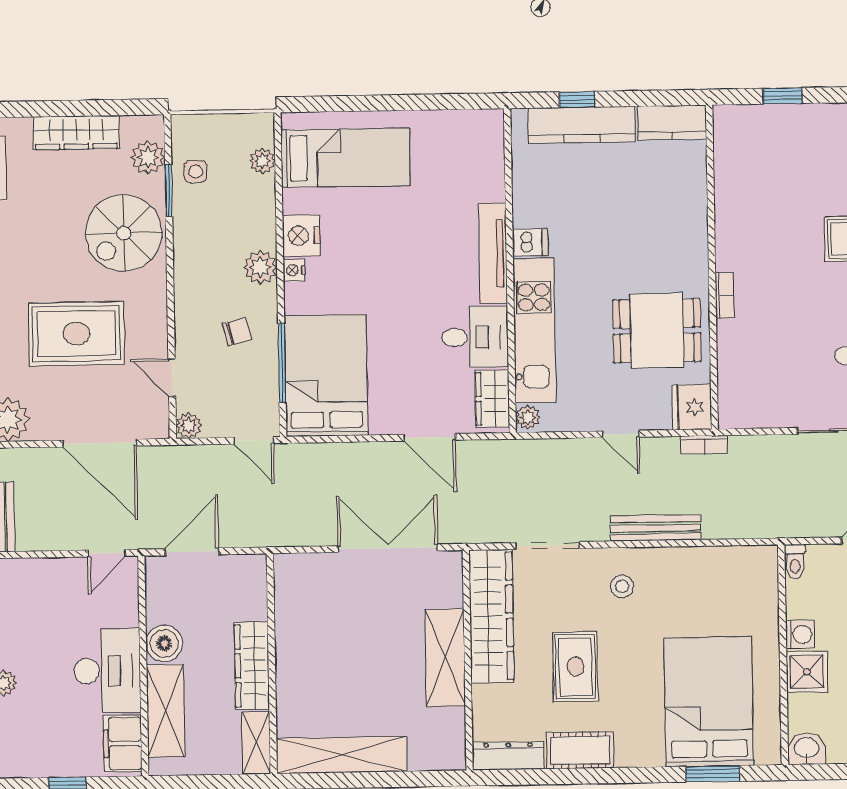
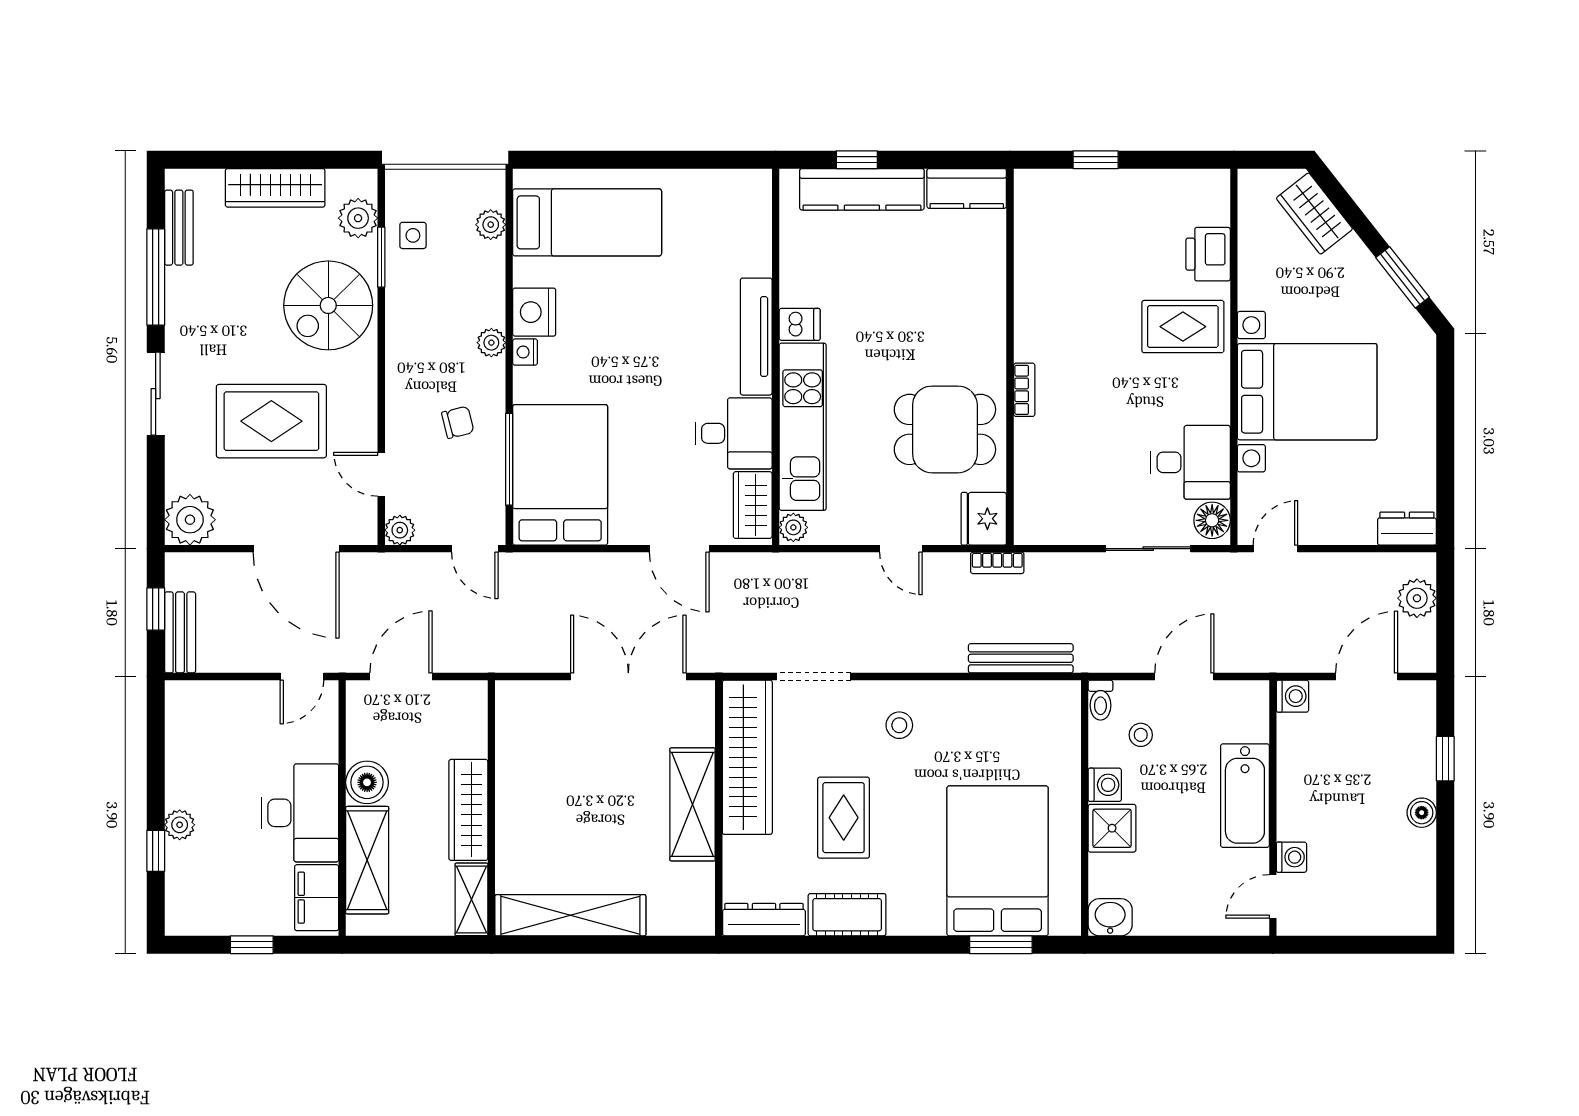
plant: (260, 267) -> (491, 343), width x0.73, depth x0.73
bench: (656, 528) -> (1021, 658), moved
stool: (830, 591) -> (1141, 735), added

